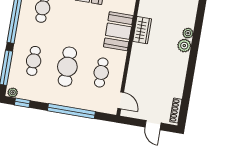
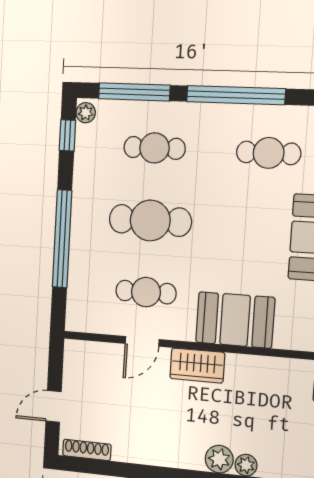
wardrobe: (142, 30) -> (197, 366), moved
door: (121, 100) -> (142, 341), moved

